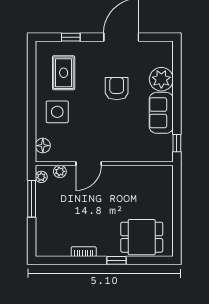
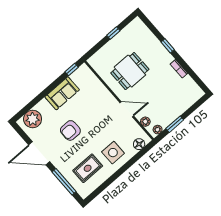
window: (71, 37) -> (64, 182), width x2.17
plant: (161, 79) -> (33, 119), moved
window: (32, 199) -> (175, 124), width x0.69
window: (177, 217) -> (113, 33), added
dining table: (142, 237) -> (130, 71), moved, turned 90

